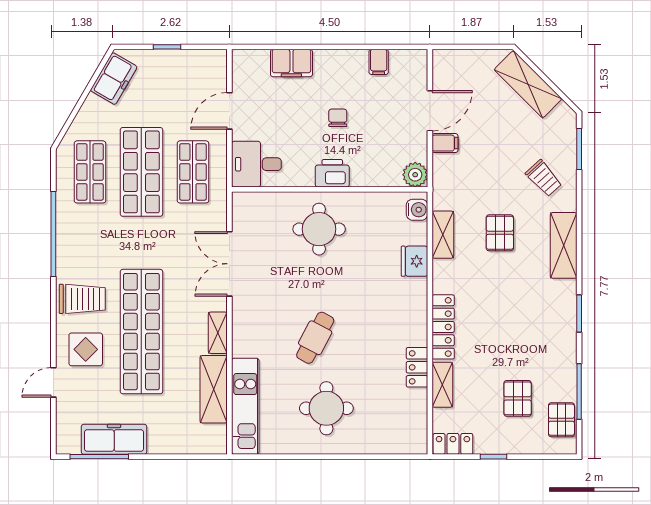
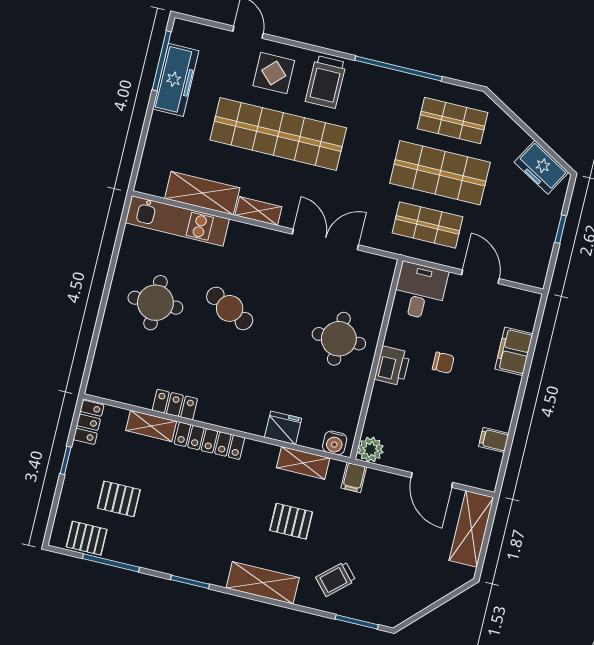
shelving: (528, 84) -> (471, 529), moved, turned -45
chair: (338, 118) -> (443, 363), moved
filing cabinet: (445, 143) -> (354, 477), moved

